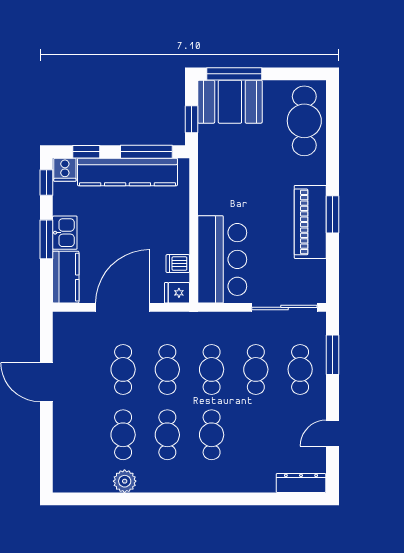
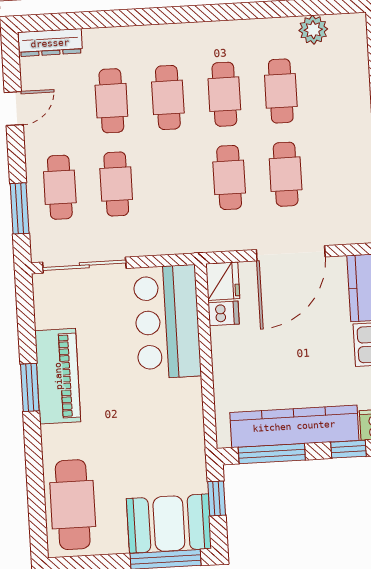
fridge: (177, 293) -> (223, 281), width x1.38
cafe table: (212, 369) -> (111, 101), moved
plant: (125, 481) -> (313, 30), moved

